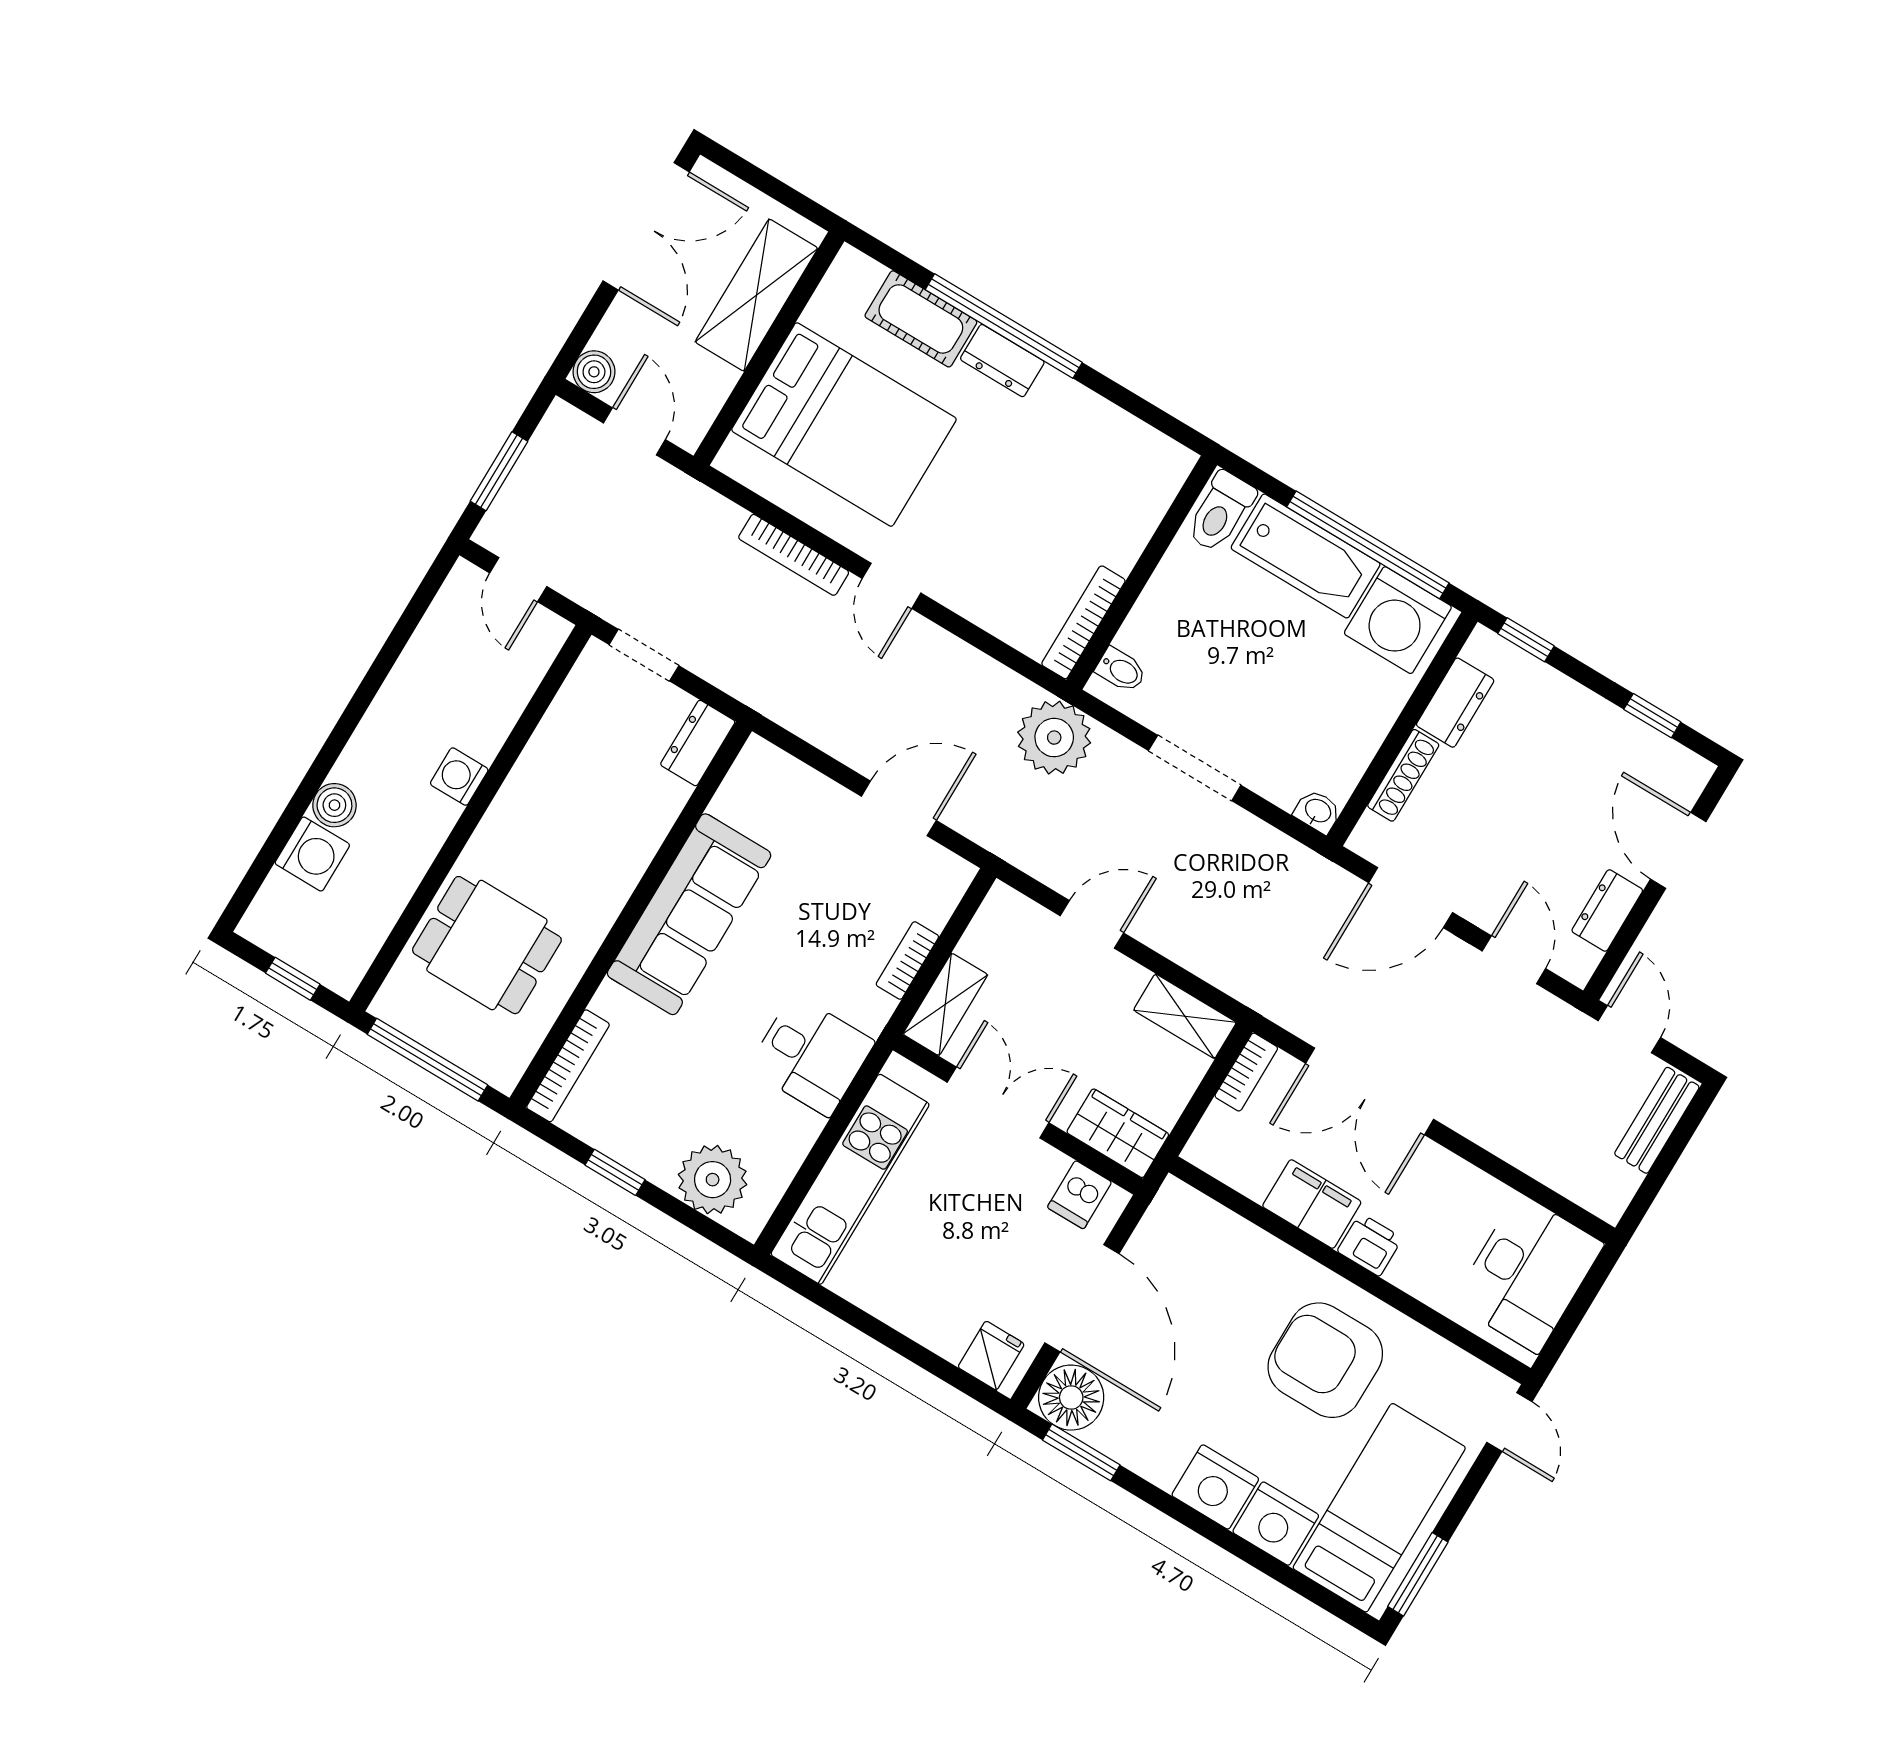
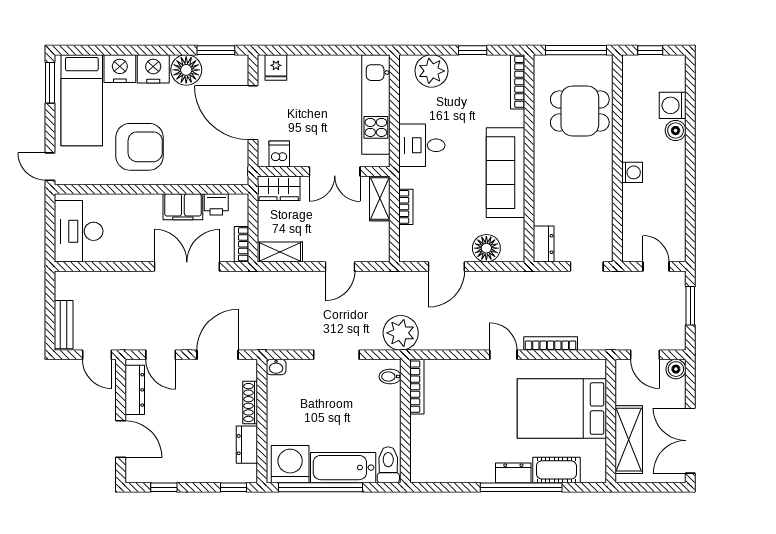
floor lamp: (806, 798) -> (486, 248), added
dresser: (1607, 910) -> (135, 390), width x1.44
printer: (1370, 1245) -> (216, 204), moved
floor lamp: (1071, 1398) -> (186, 70), moved

